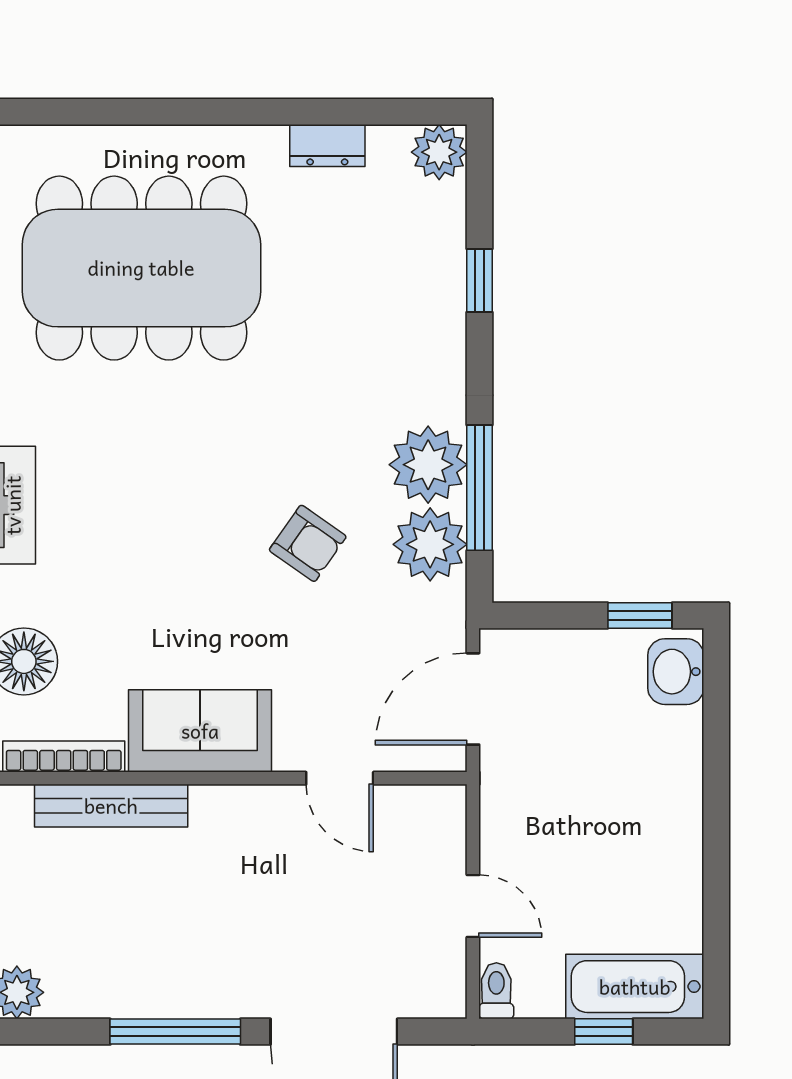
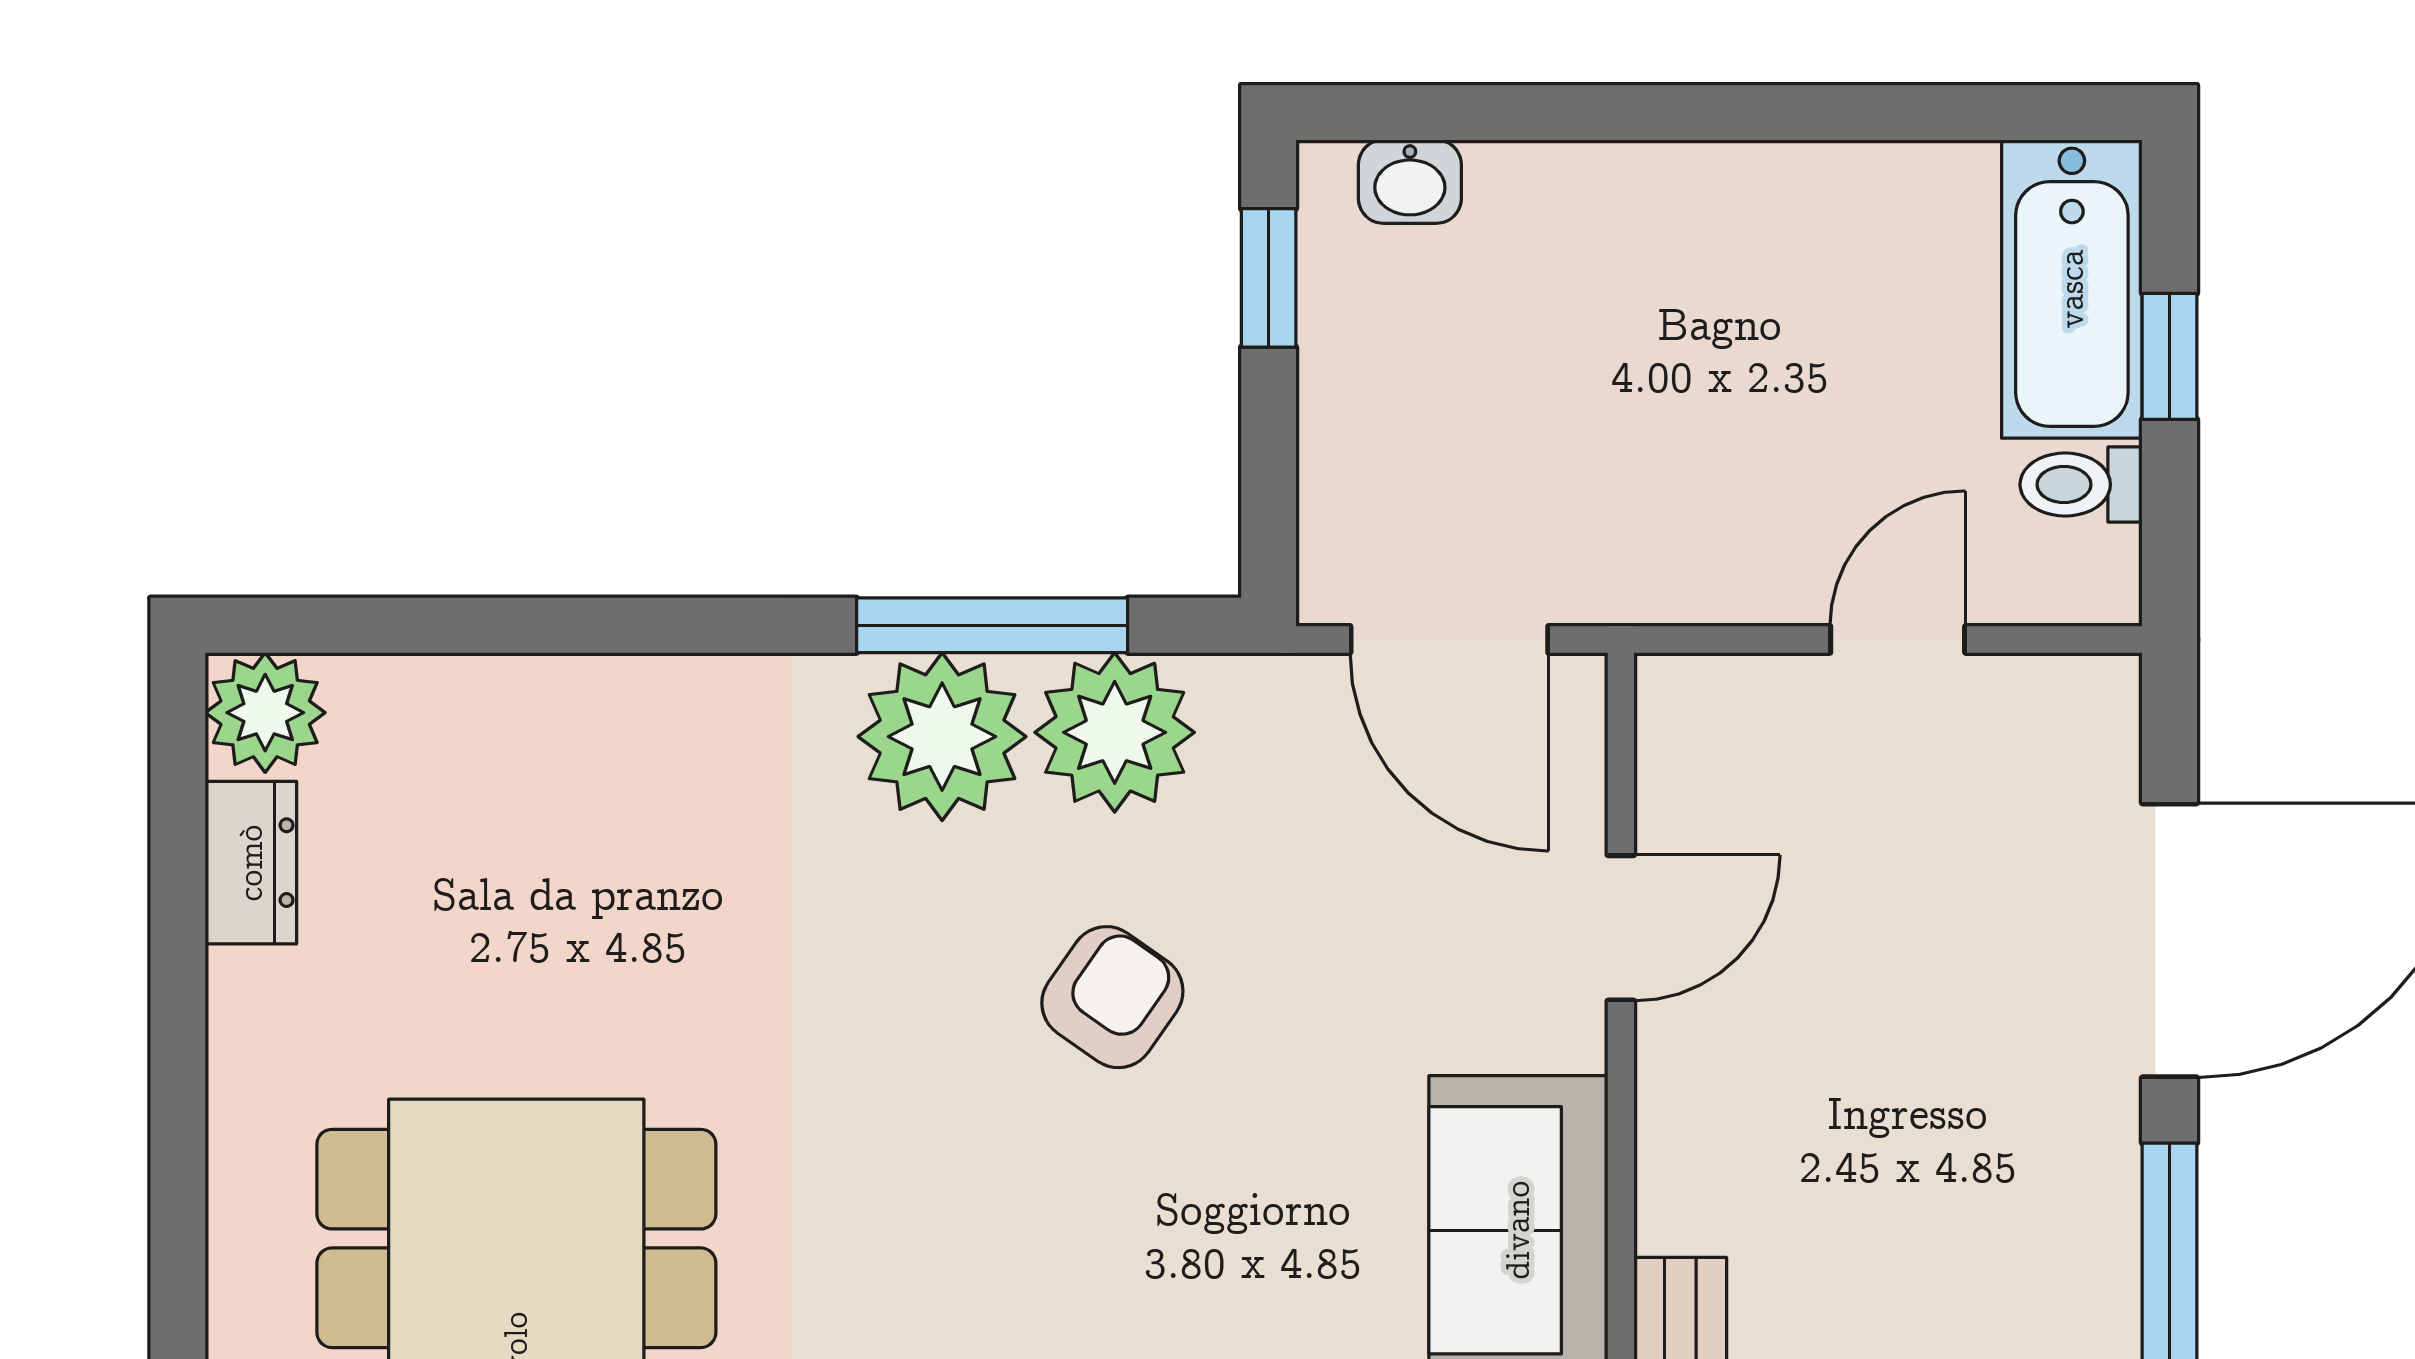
dresser: (327, 145) -> (251, 863), moved
window: (479, 280) -> (543, 625), removed
washbasin: (676, 672) -> (1410, 182), width x0.72, depth x0.69
toilet: (496, 991) -> (2081, 485), moved

